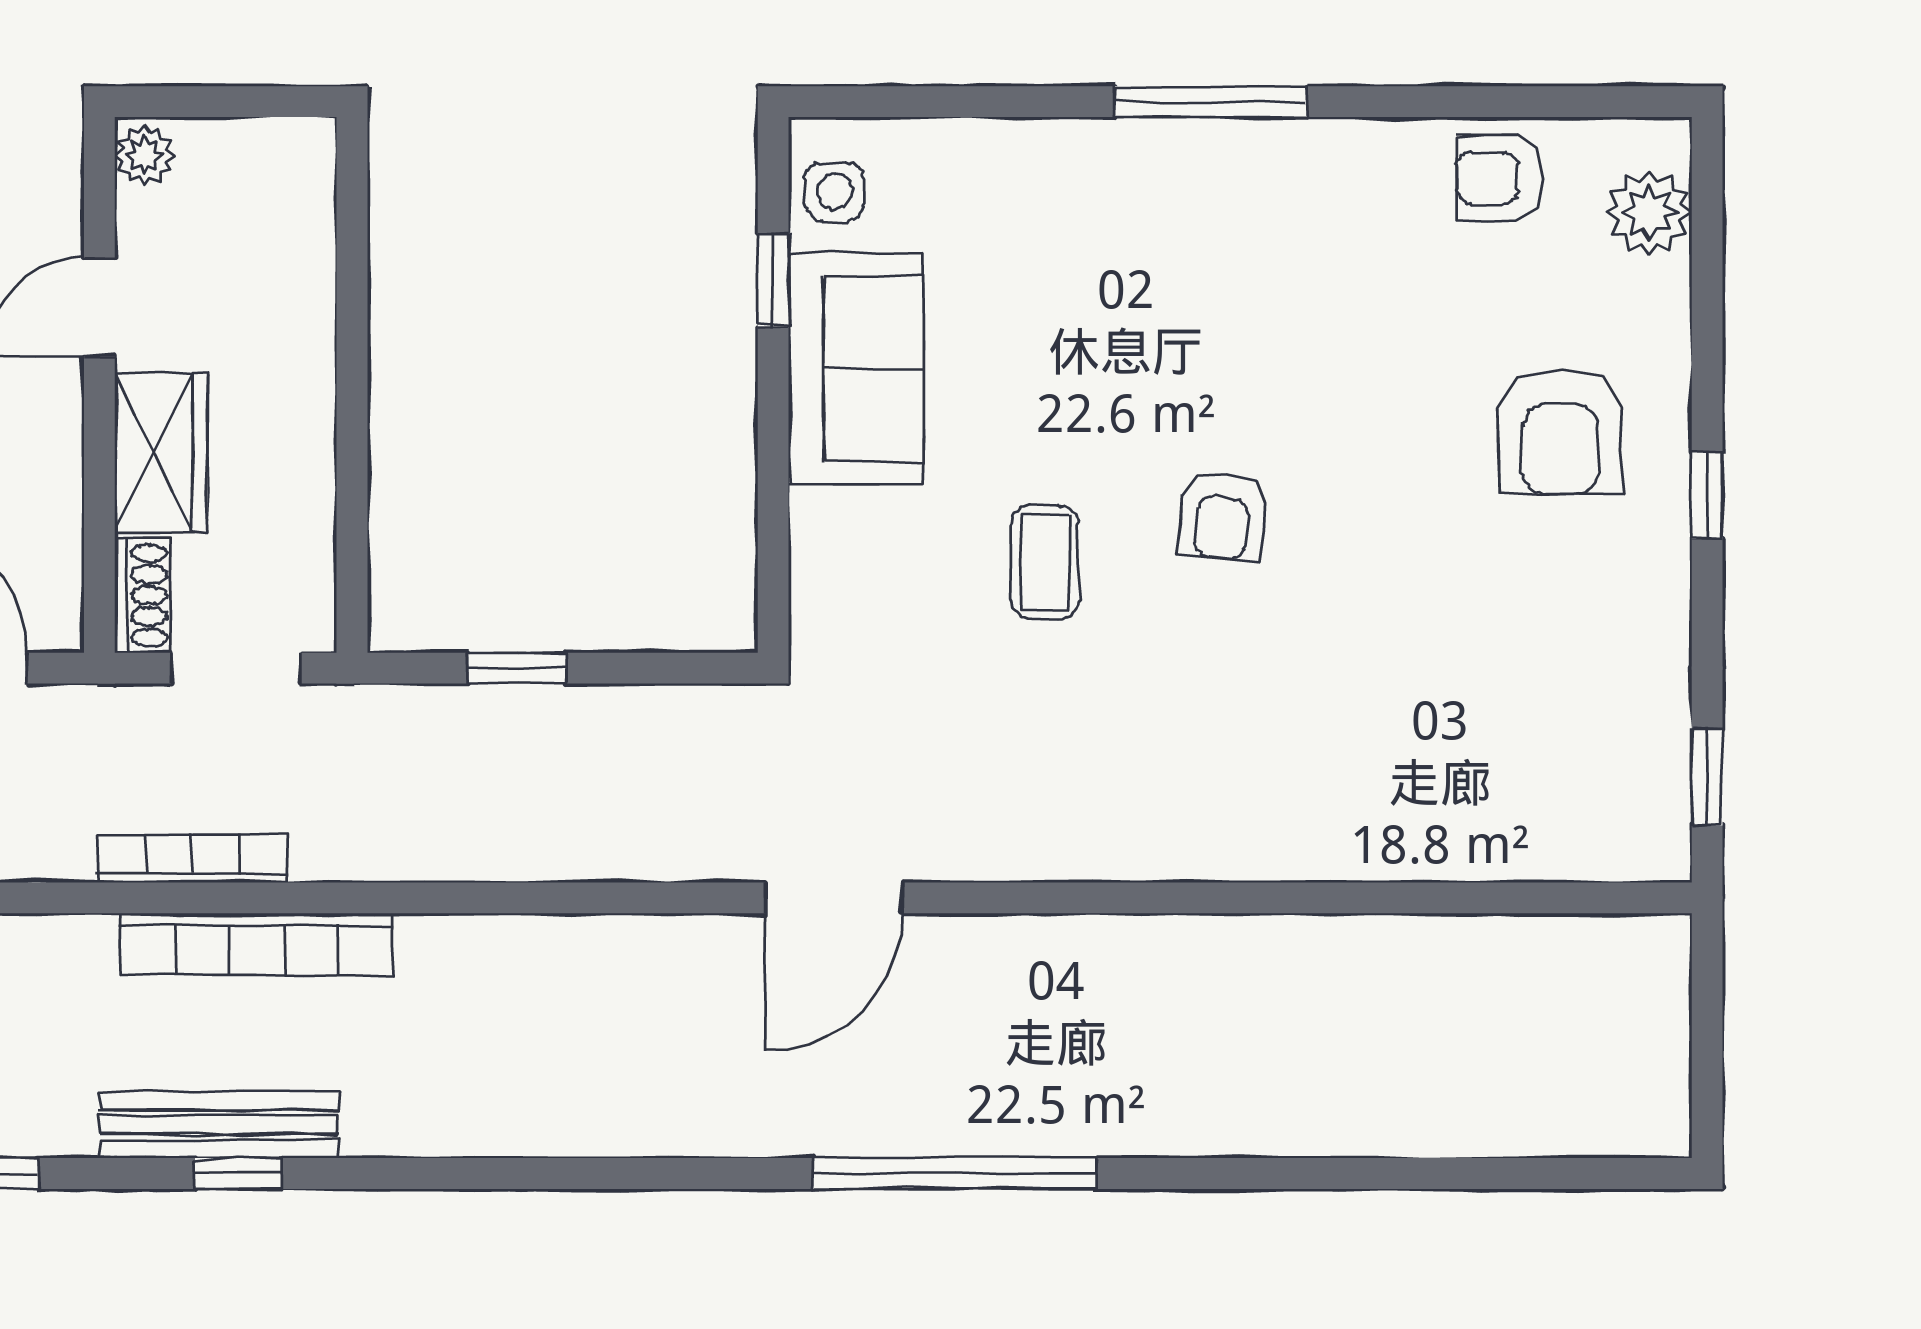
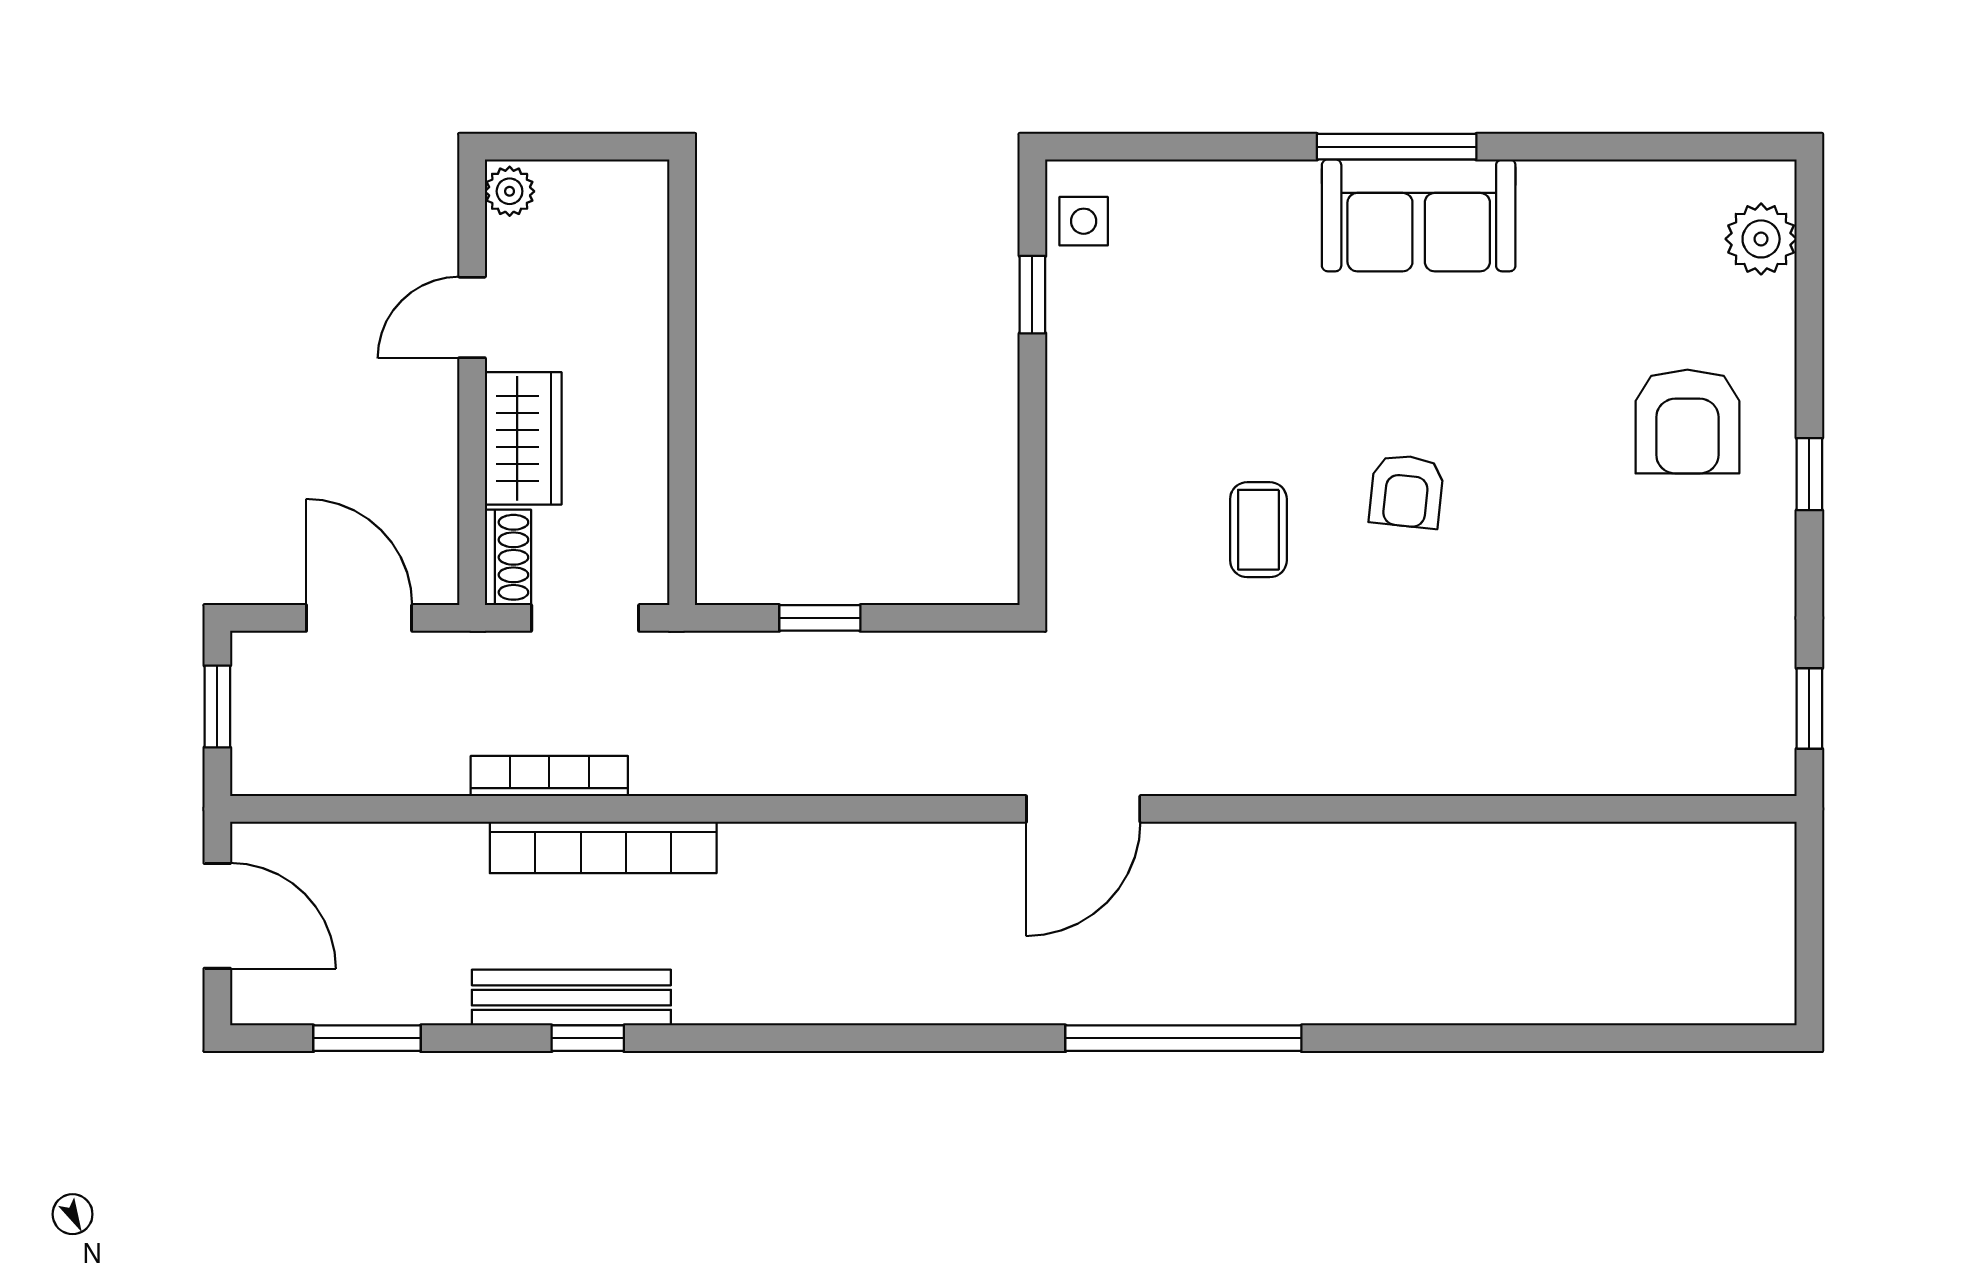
armchair: (1500, 178) -> (1637, 210), removed
sofa: (856, 369) -> (1419, 215), moved, turned 90

